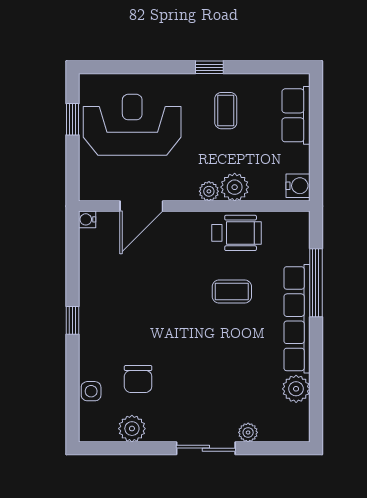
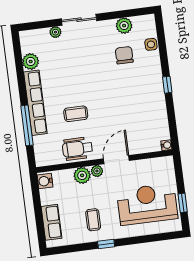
reception desk: (132, 125) -> (147, 204), turned 180
door: (141, 206) -> (116, 160), moved

